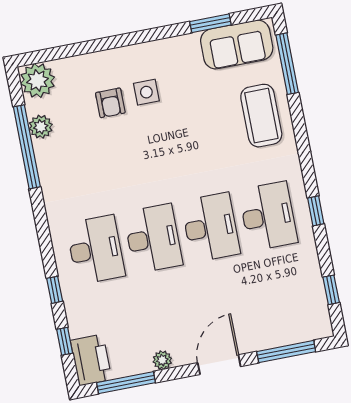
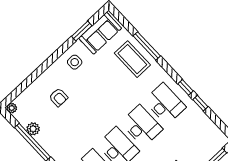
window: (287, 64) -> (147, 46), moved
plant: (38, 80) -> (12, 108), width x0.53, depth x0.53
side table: (146, 92) -> (75, 62), moved
window: (331, 290) -> (200, 103), moved

